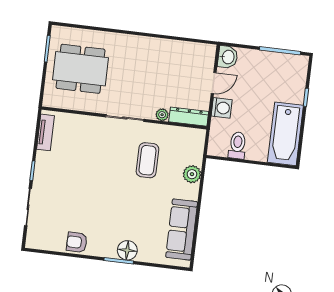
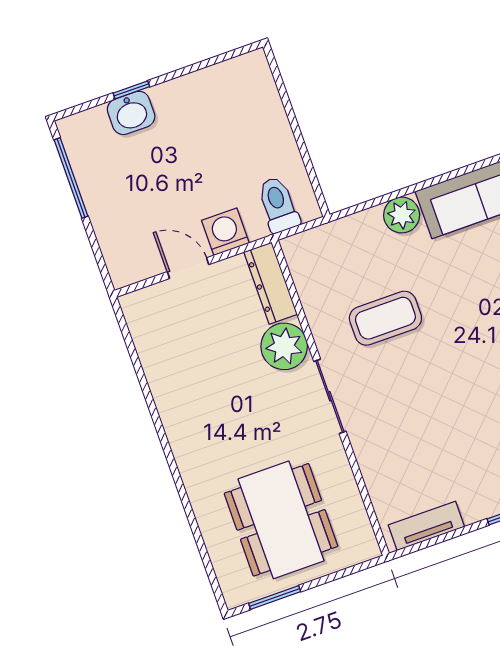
washbasin: (228, 57) -> (131, 113), moved, turned 180
plant: (162, 115) -> (284, 346), width x1.88, depth x1.88
bathtub: (285, 134) -> (215, 94), removed
toilet: (237, 145) -> (278, 205), moved, turned 90
plant: (192, 174) -> (402, 215), moved

